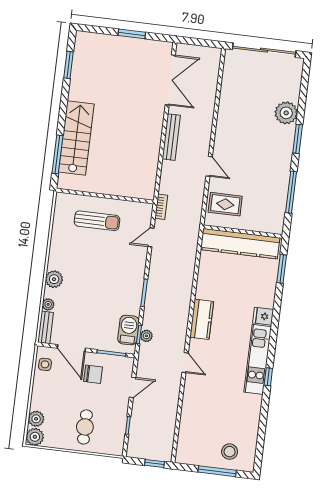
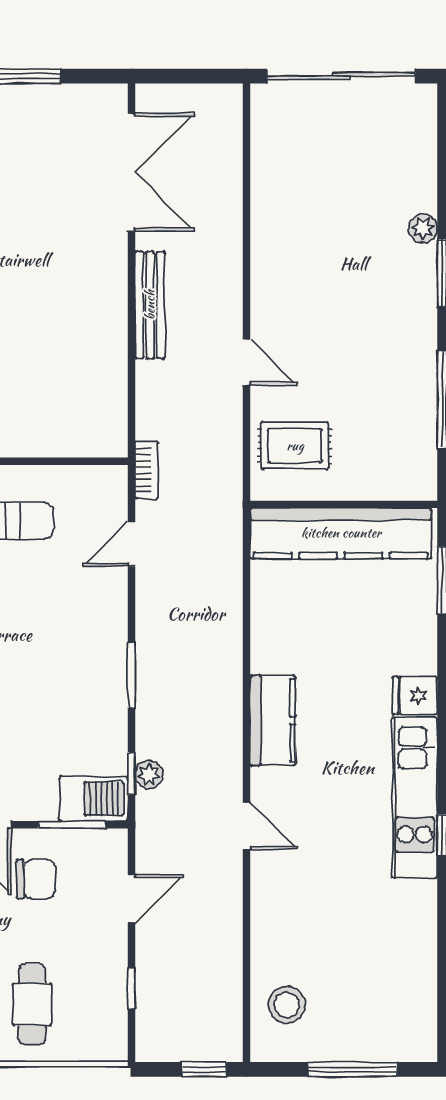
plant: (286, 113) -> (423, 228), width x0.53, depth x0.53
barbecue: (128, 330) -> (94, 799), moved, turned 90
stool: (230, 452) -> (287, 1005), moved

